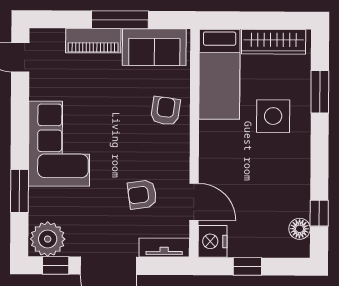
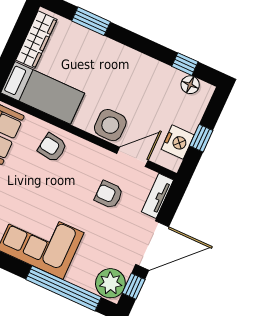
side table: (273, 116) -> (110, 125), moved
window: (20, 191) -> (64, 288), width x2.11
armchair: (142, 194) -> (109, 195), turned 98
nightstand: (213, 241) -> (178, 142), moved, turned -90

